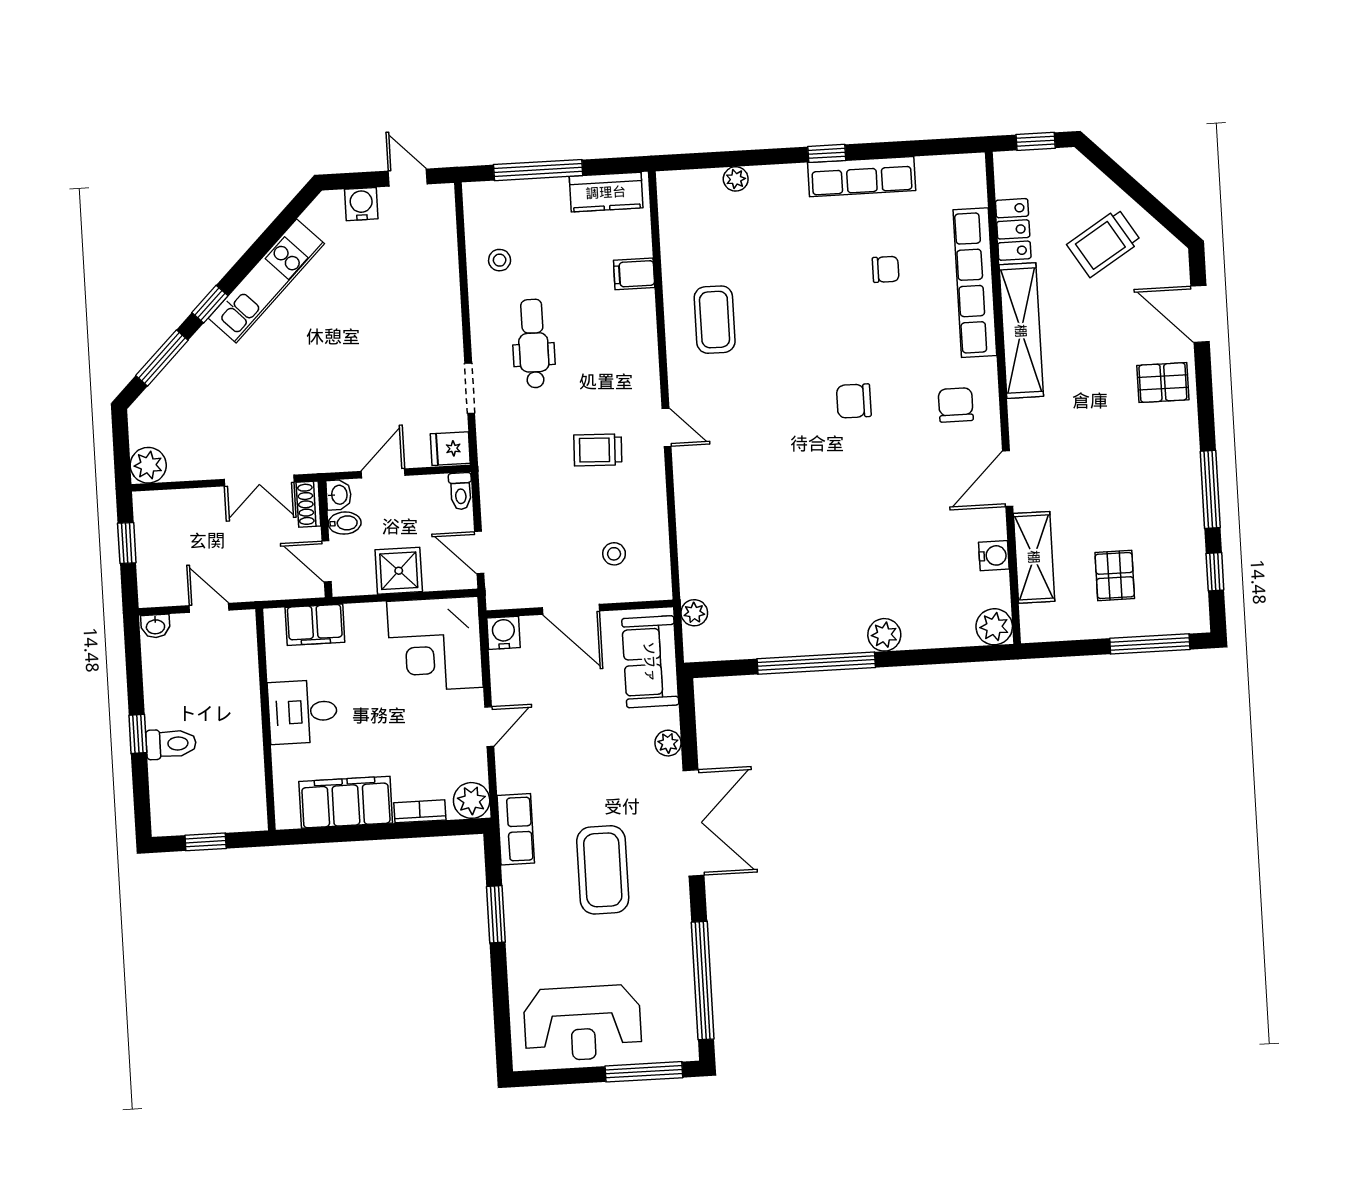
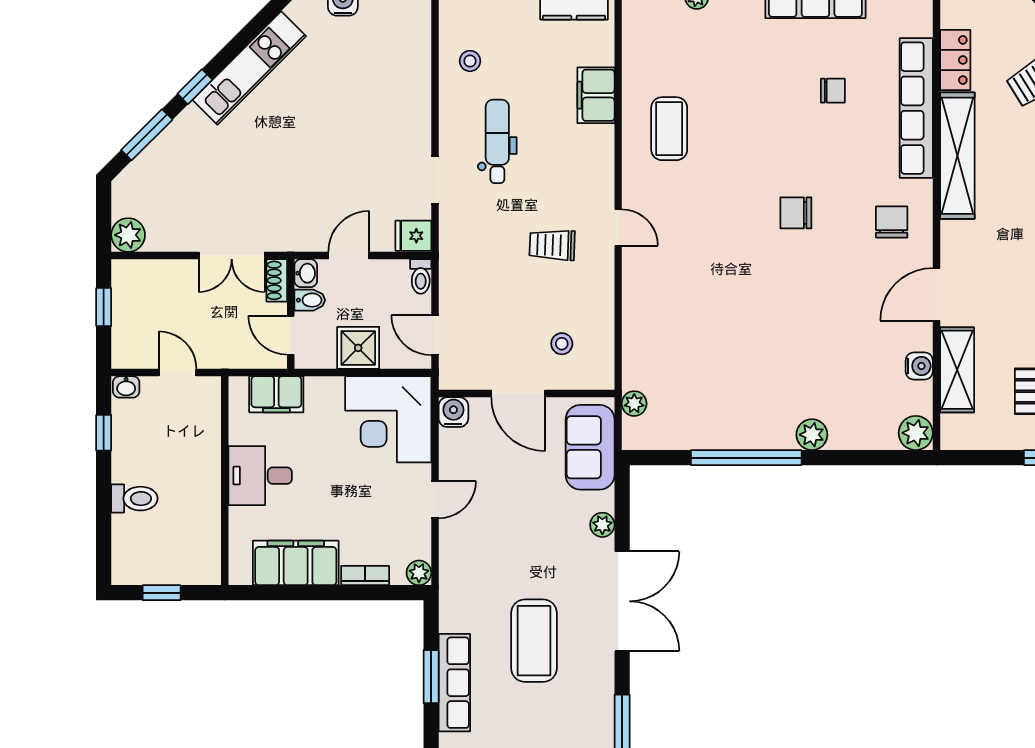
filing cabinet: (634, 274) -> (596, 95), width x2.00
window: (138, 734) -> (104, 433), moved
plant: (472, 800) -> (419, 573), width x0.73, depth x0.73
row of seats: (516, 829) -> (454, 683), moved, width x1.48

